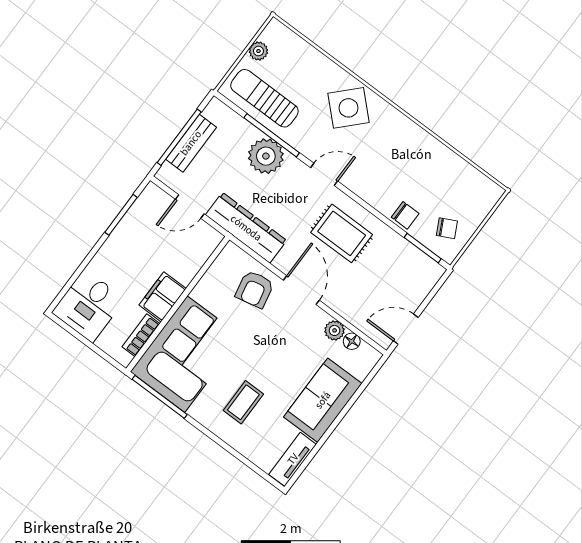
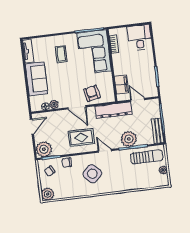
side table: (348, 108) -> (92, 174), moved
bench: (191, 143) -> (158, 131), moved
door: (324, 174) -> (105, 151), swing flipped
plant: (486, 193) -> (48, 194), added
door: (190, 207) -> (138, 100), hinge flipped
plant: (422, 273) -> (44, 149), added
filing cabinet: (163, 297) -> (121, 85), moved

